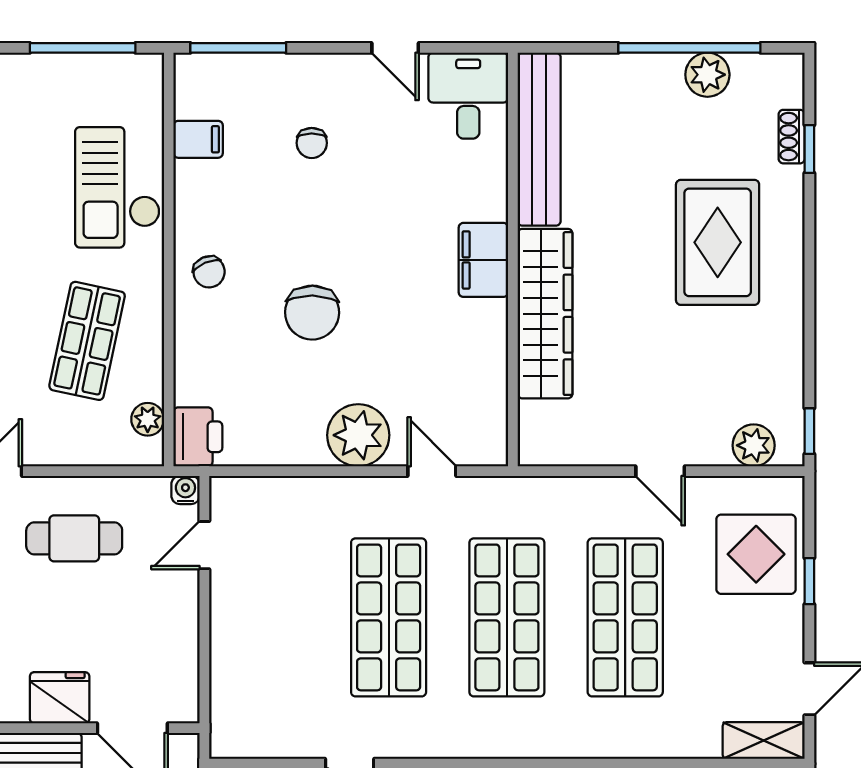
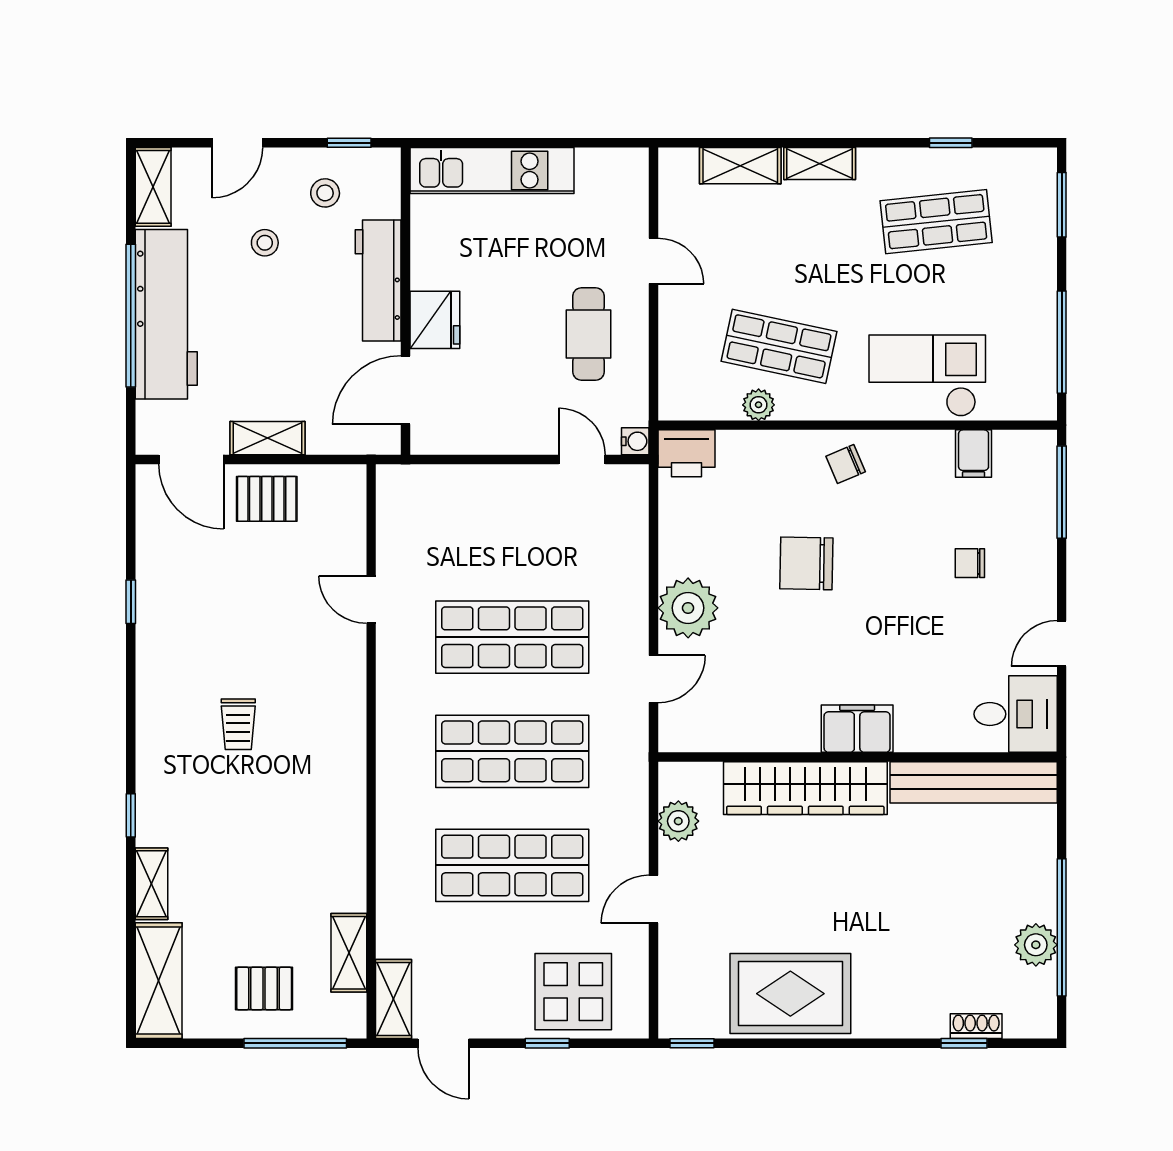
rug: (718, 242) -> (790, 994), moved
plant: (148, 419) -> (759, 405), moved
plant: (754, 445) -> (678, 821), moved

